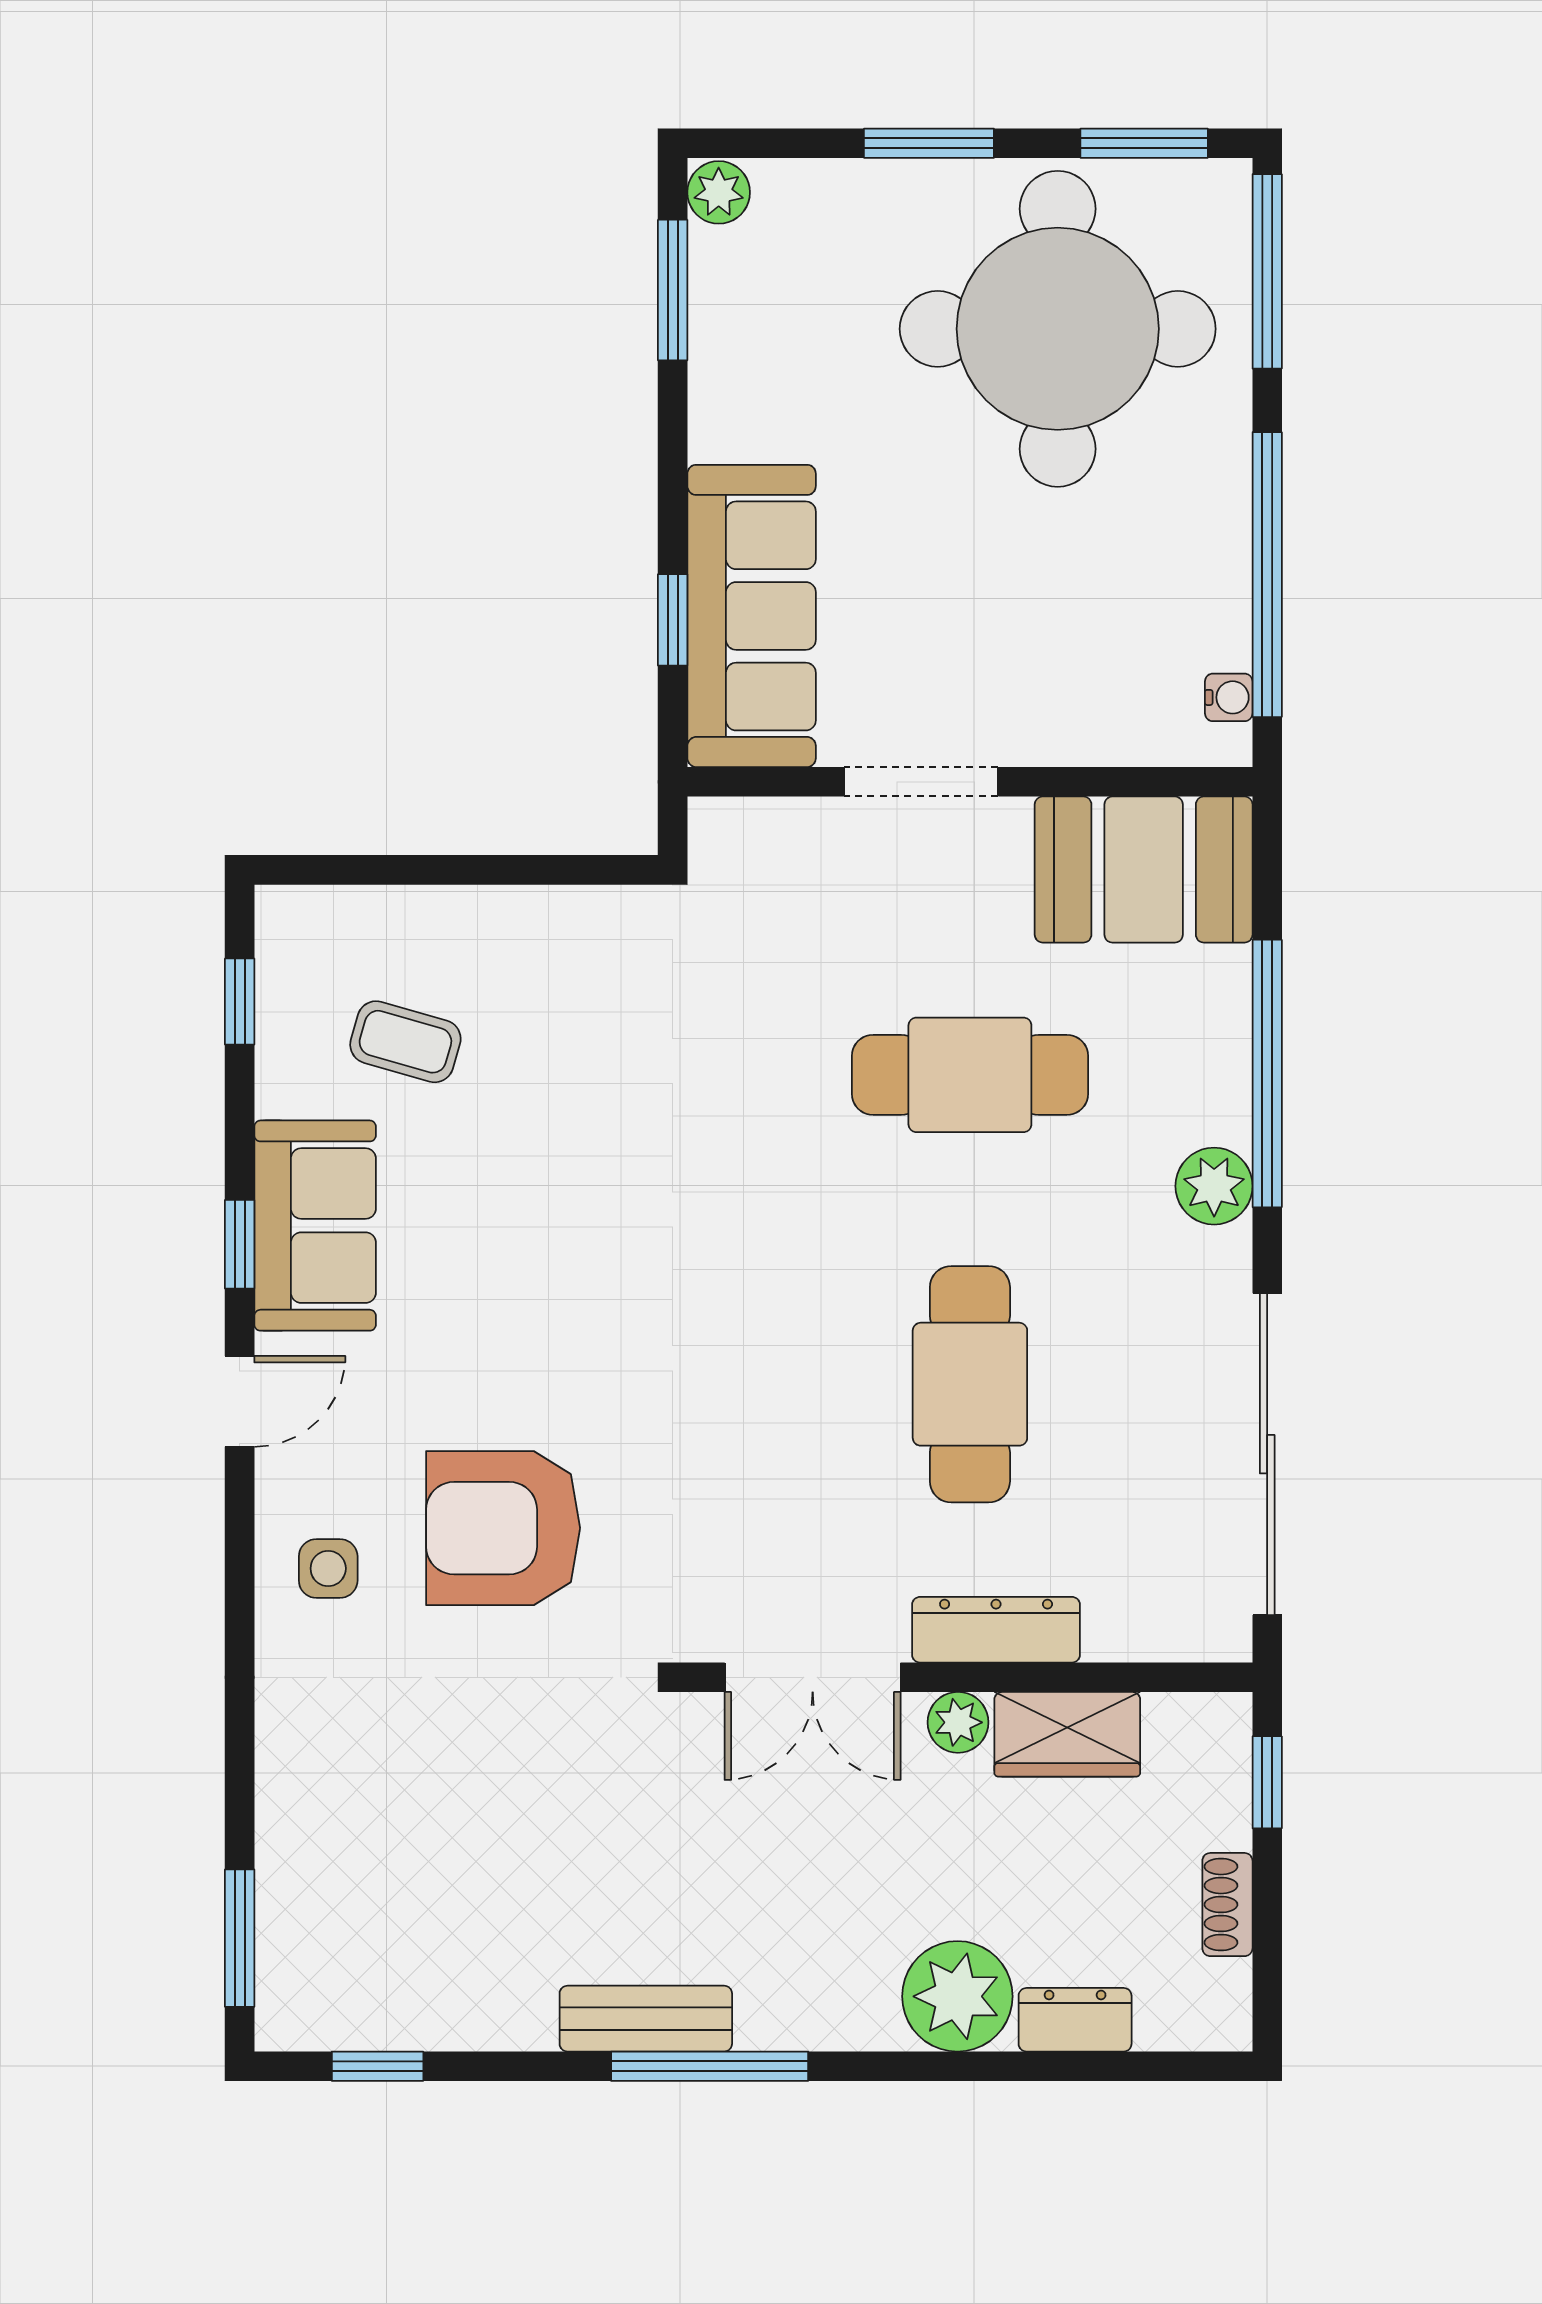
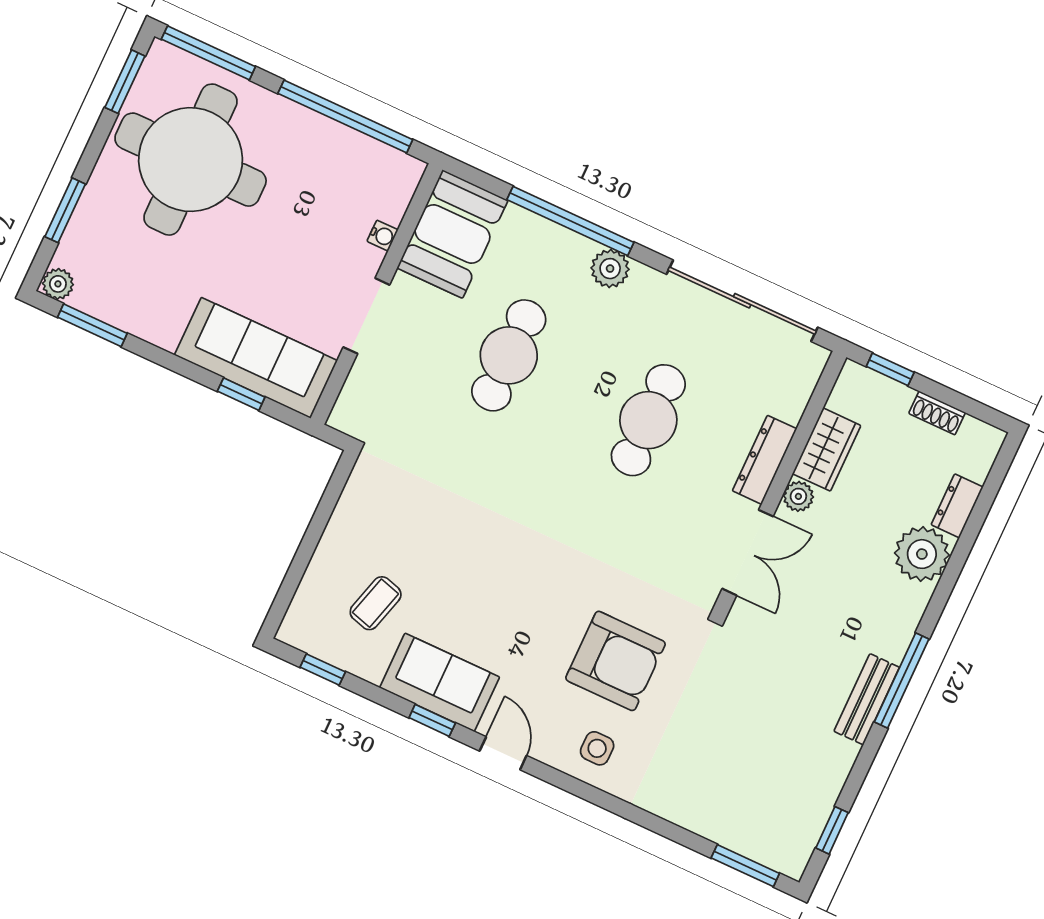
window: (929, 143) -> (65, 210), moved
water cooler: (1229, 697) -> (383, 236), moved, turned 90
cafe table: (970, 1384) -> (648, 420), turned 90
armchair: (503, 1528) -> (615, 661), turned -90

